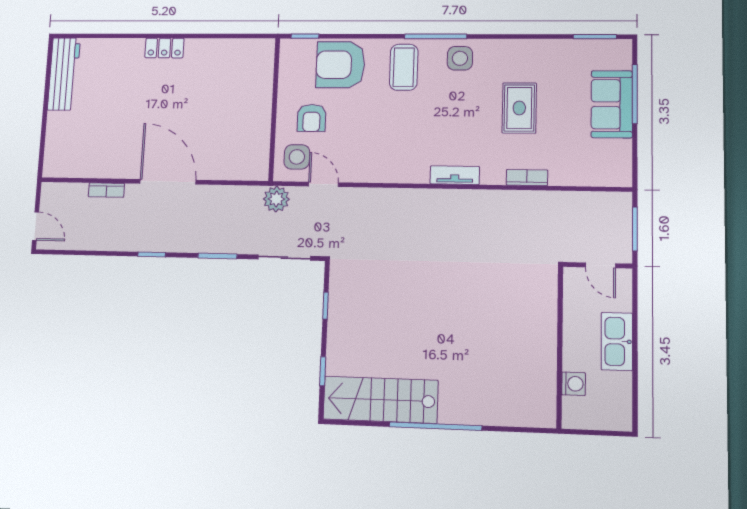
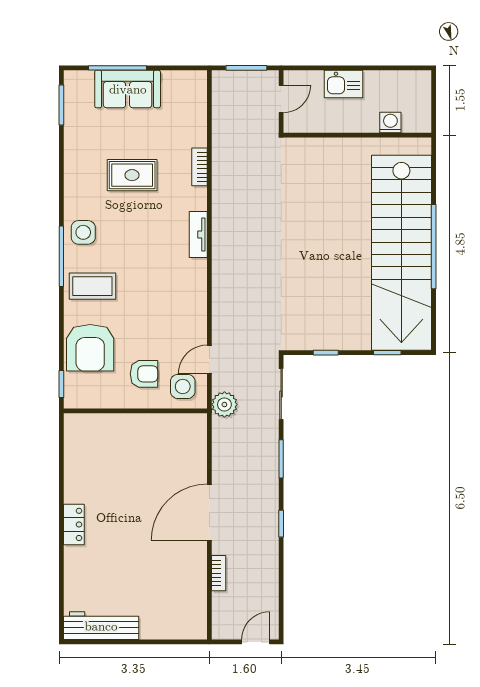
kitchen sink: (617, 341) -> (344, 84), width x0.73
stairs: (380, 400) -> (401, 253), width x1.86, depth x1.51

